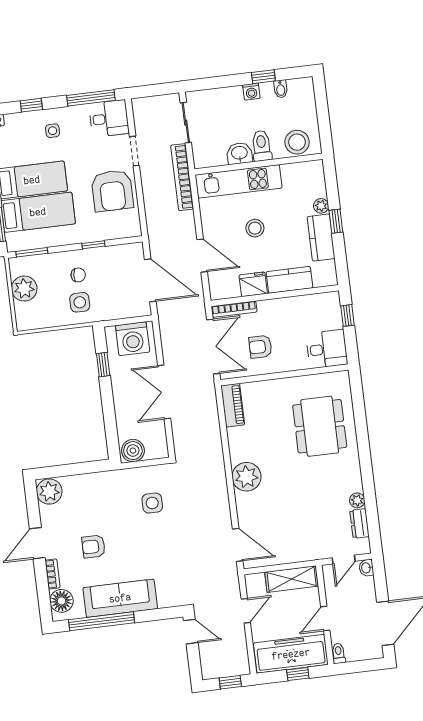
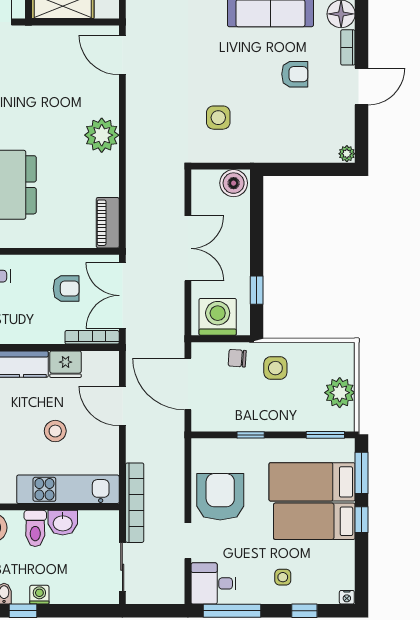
chair: (78, 275) -> (237, 358), moved
plant: (49, 491) -> (347, 154), width x0.53, depth x0.53

